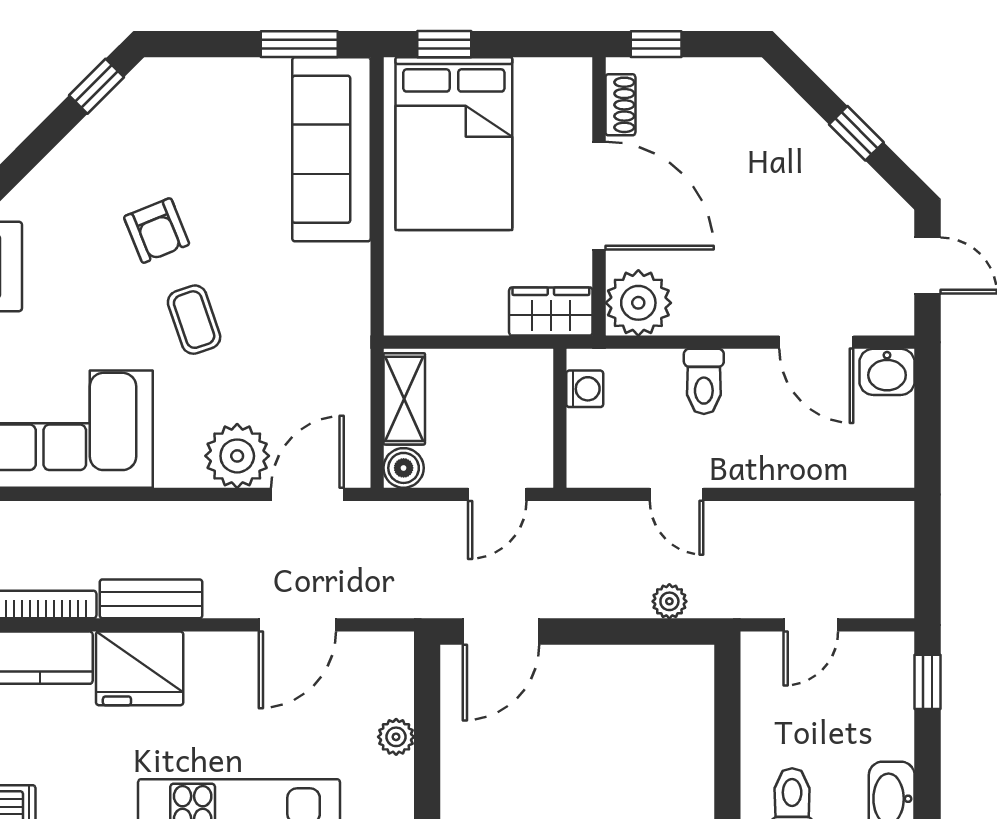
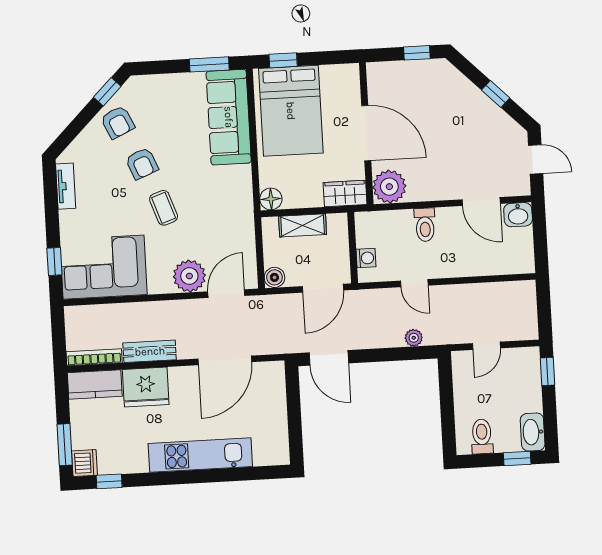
window: (656, 44) -> (417, 53), moved
shoe rack: (620, 105) -> (375, 86), removed
armchair: (114, 147) -> (118, 122), added
floor lamp: (405, 314) -> (271, 199), added
washing machine: (585, 389) -> (366, 258), moved
shelving: (404, 399) -> (303, 225), moved, turned 90
door: (497, 494) -> (323, 288), width x1.38
door: (297, 625) -> (225, 360), width x1.36
door: (501, 631) -> (329, 358), hinge flipped
plant: (396, 737) -> (278, 415), removed

